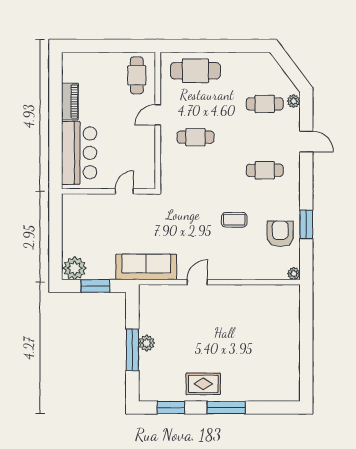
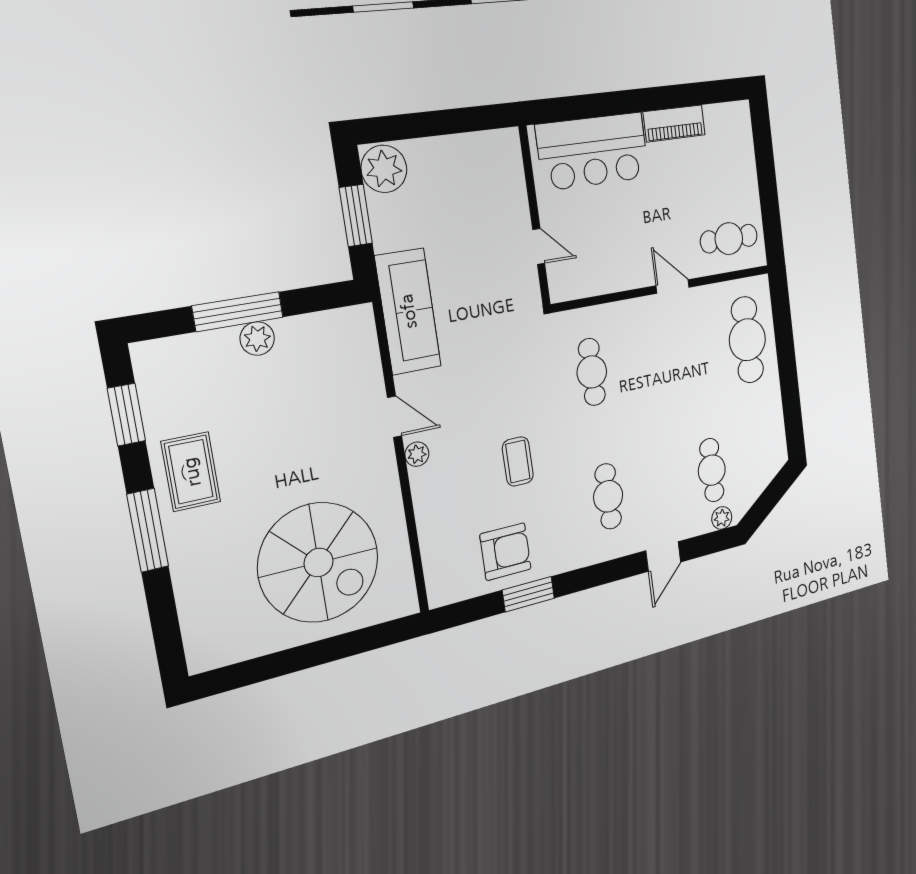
cafe table: (195, 137) -> (592, 372), moved
plant: (294, 274) -> (417, 454), moved
spiral stairs: (261, 332) -> (319, 562), added

